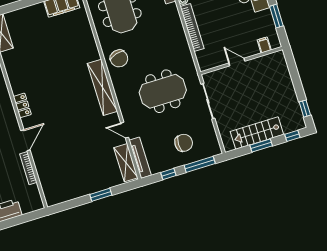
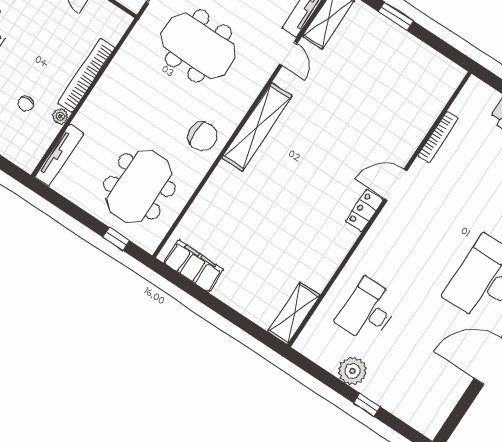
chair: (119, 58) -> (203, 136), turned 105
door: (25, 140) -> (396, 185), moved

